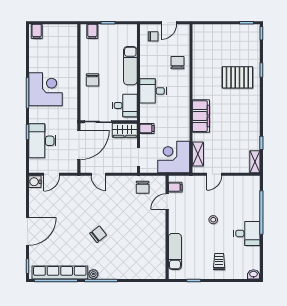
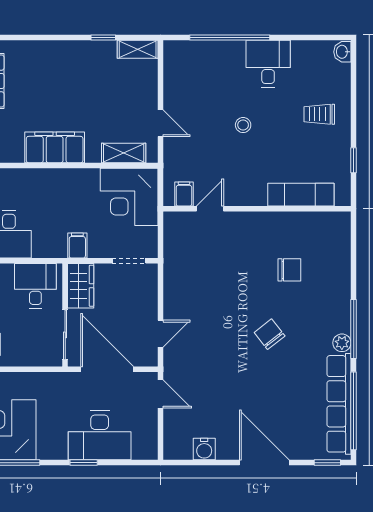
door: (52, 174) -> (160, 394), moved
water cooler: (35, 182) -> (204, 449), moved
chair: (143, 187) -> (289, 270), moved
door: (167, 201) -> (210, 209), swing flipped

